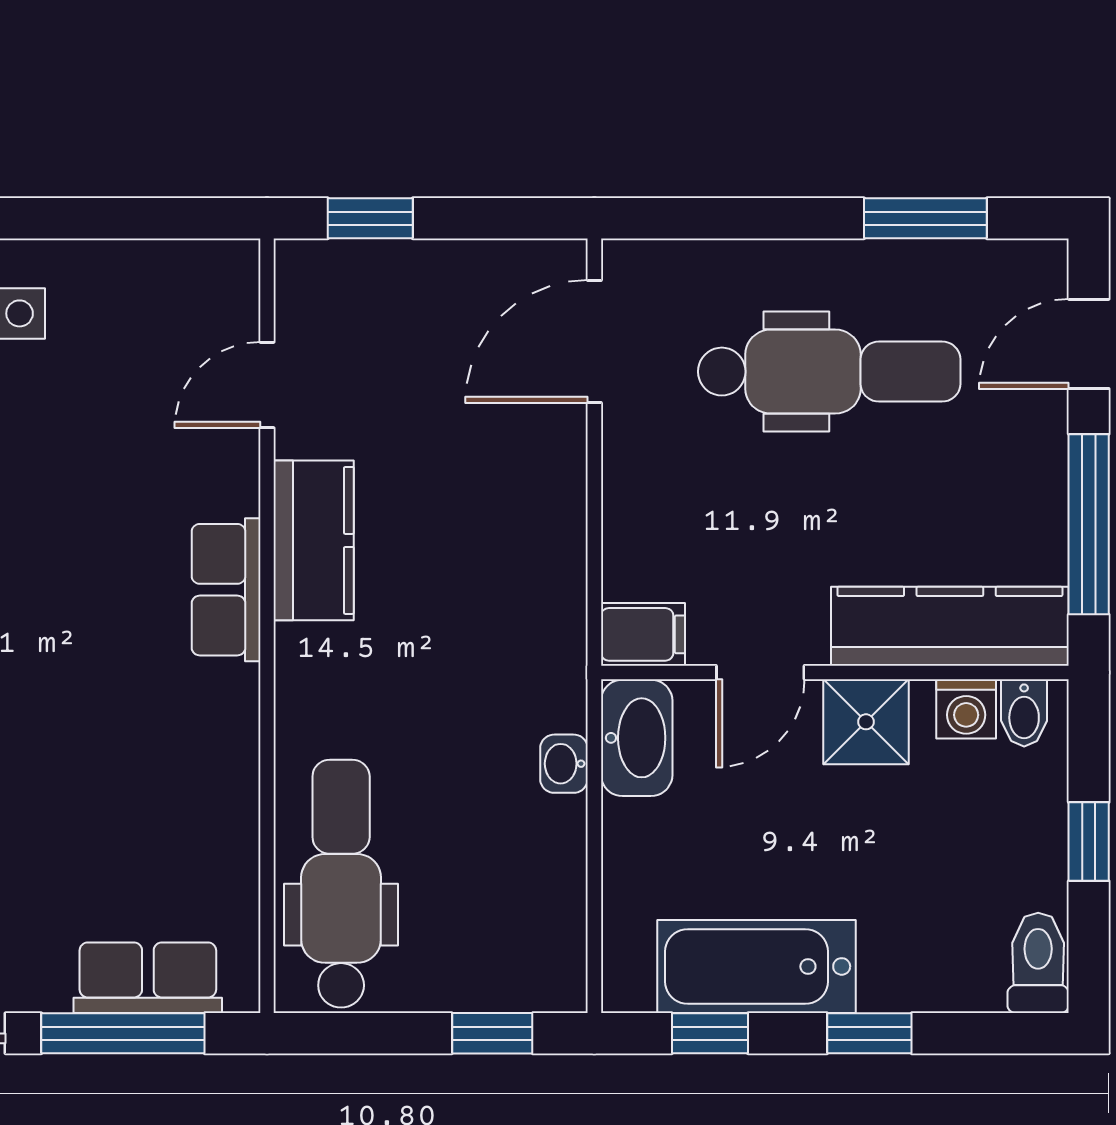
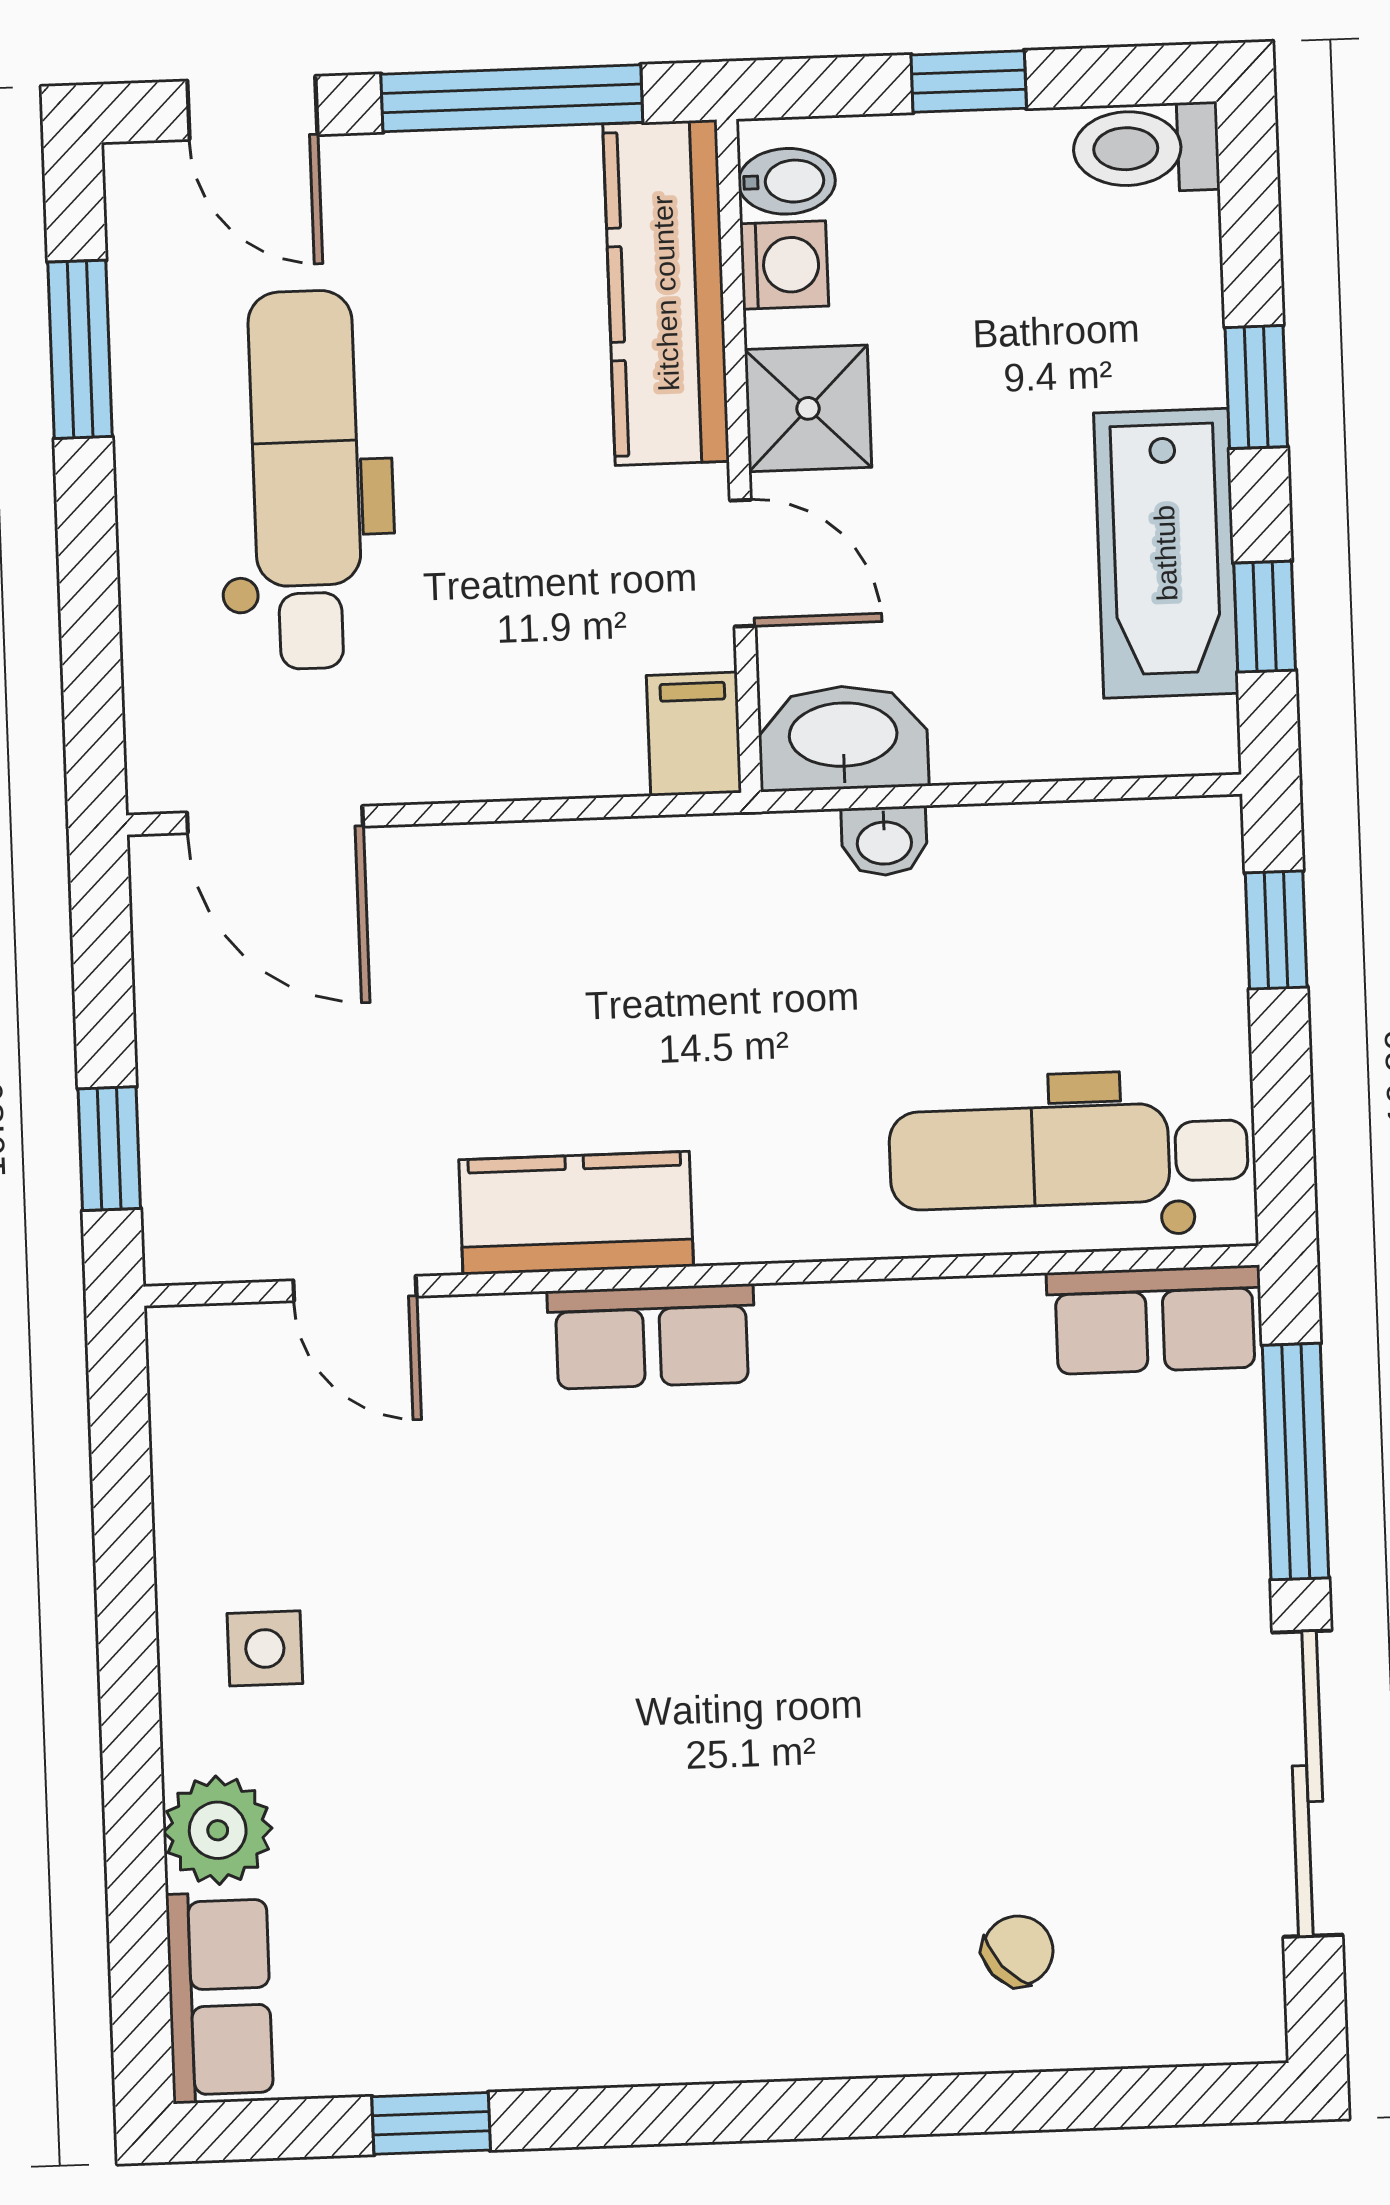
row of seats: (148, 978) -> (1155, 1320), moved, turned -90

